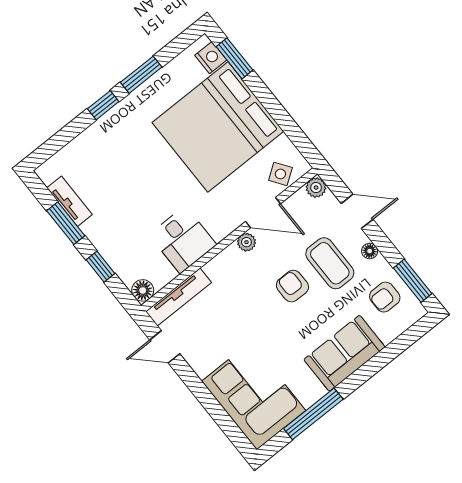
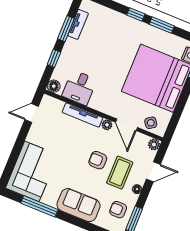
door: (357, 211) -> (153, 172), hinge flipped
desk: (183, 240) -> (79, 88), moved
armchair: (292, 286) -> (98, 160), turned -90
tv unit: (179, 297) -> (83, 115), moved
door: (165, 347) -> (32, 113), hinge flipped

